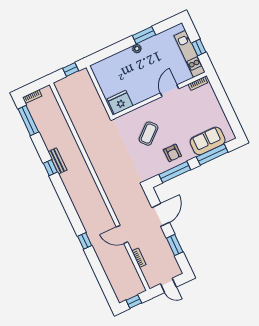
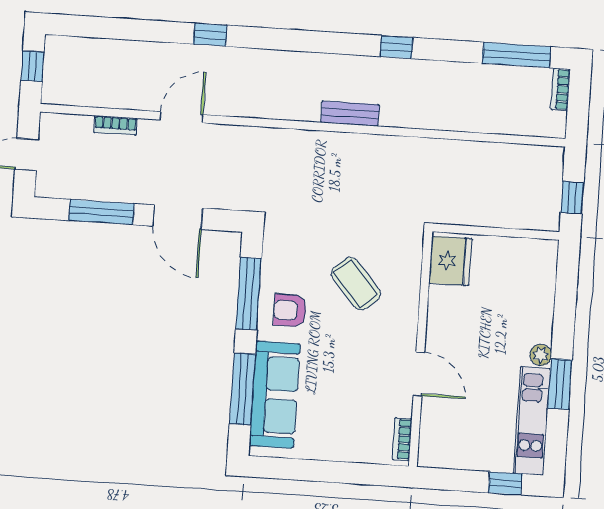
window: (199, 47) -> (505, 483), moved
kitchen unit: (190, 54) -> (532, 421), moved, turned -90
sofa: (208, 141) -> (275, 395), width x1.36
bench: (57, 161) -> (350, 114), moved
window: (175, 245) -> (101, 212), width x1.44

